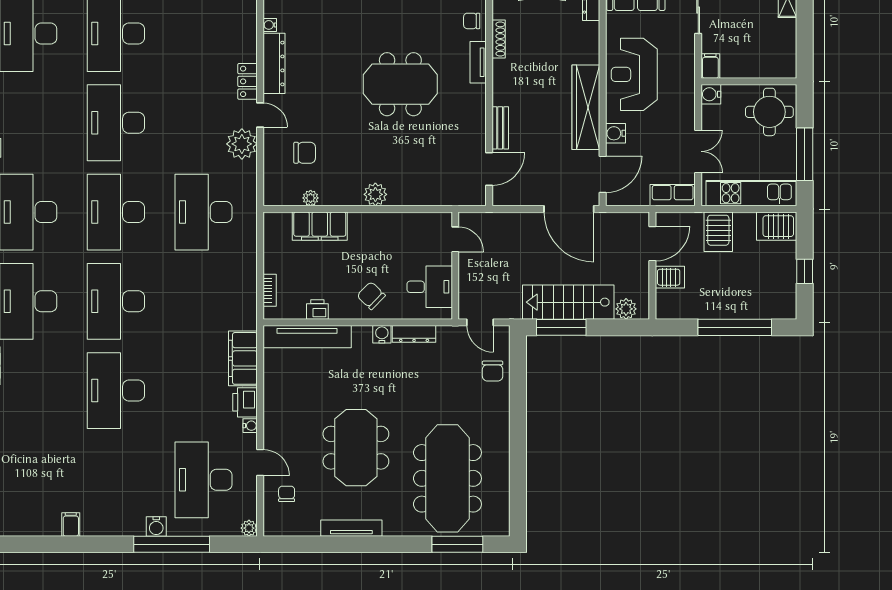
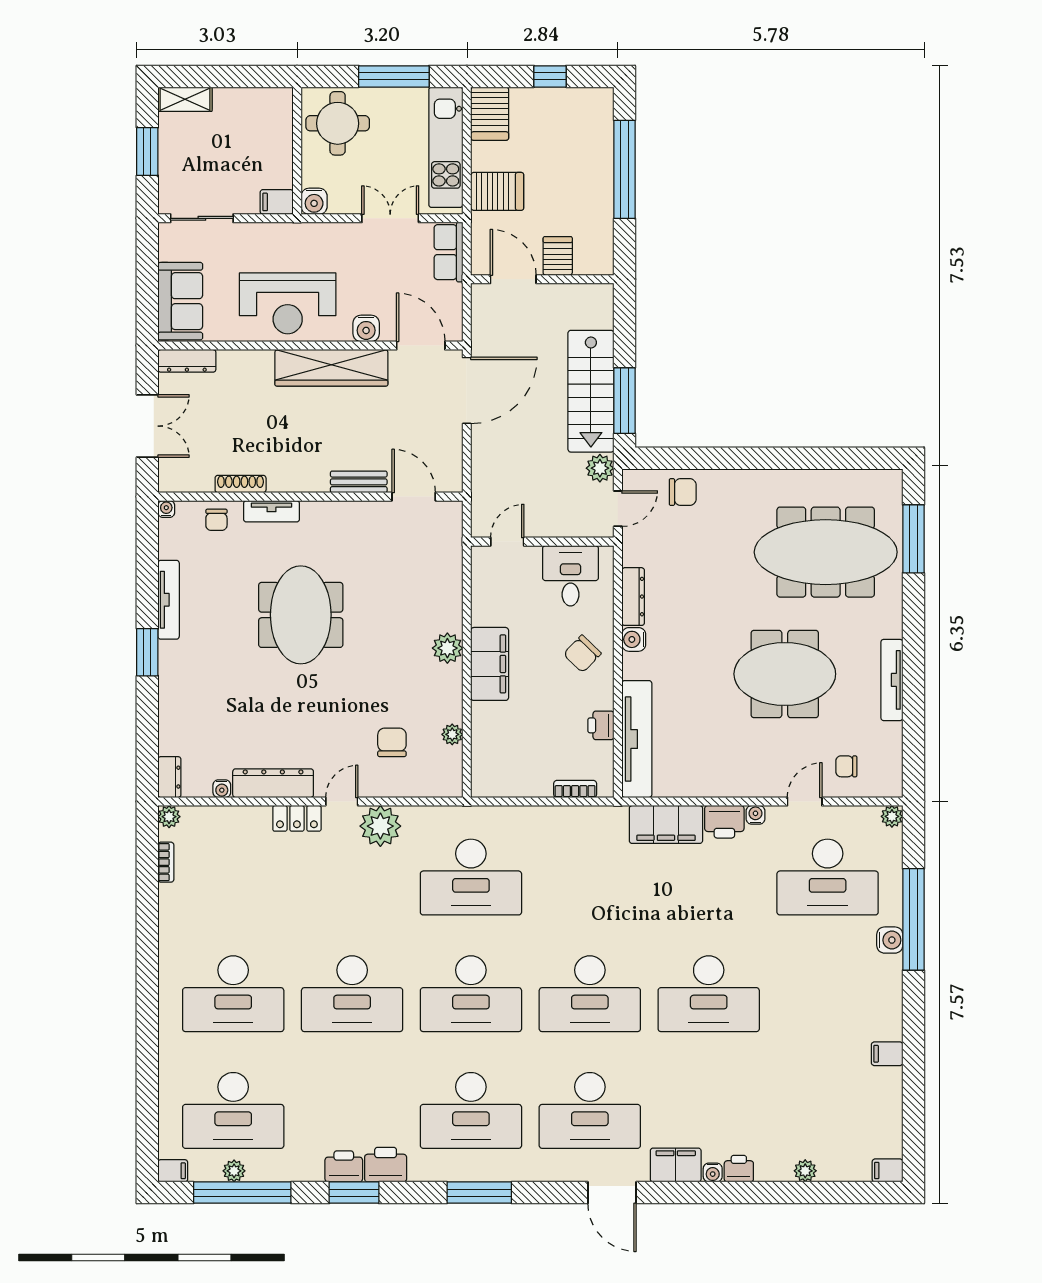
filing cabinet: (320, 226) -> (490, 664), moved
plant: (626, 309) -> (600, 468), moved

